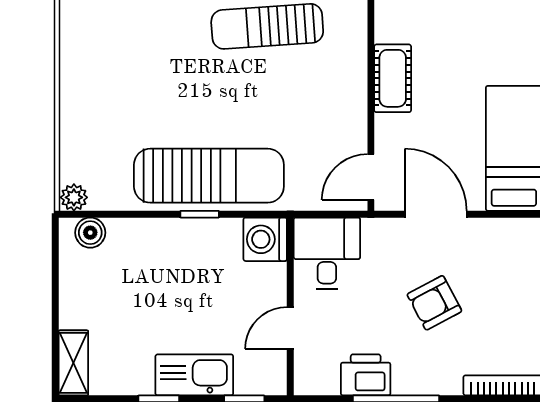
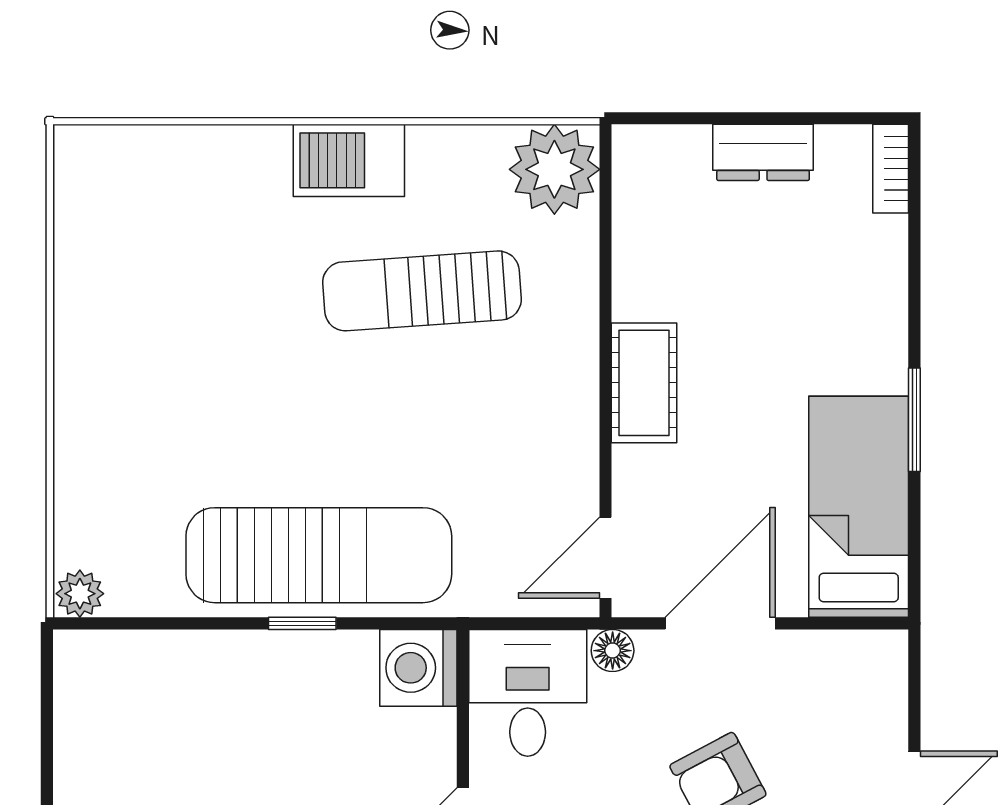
door: (436, 214) -> (720, 623), hinge flipped
floor lamp: (375, 230) -> (613, 651), added
boiler: (90, 233) -> (109, 656), removed

